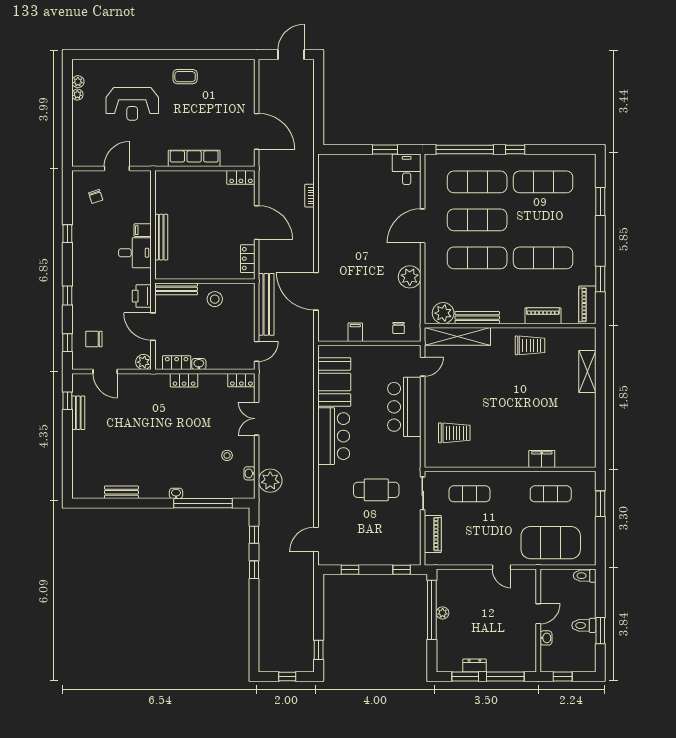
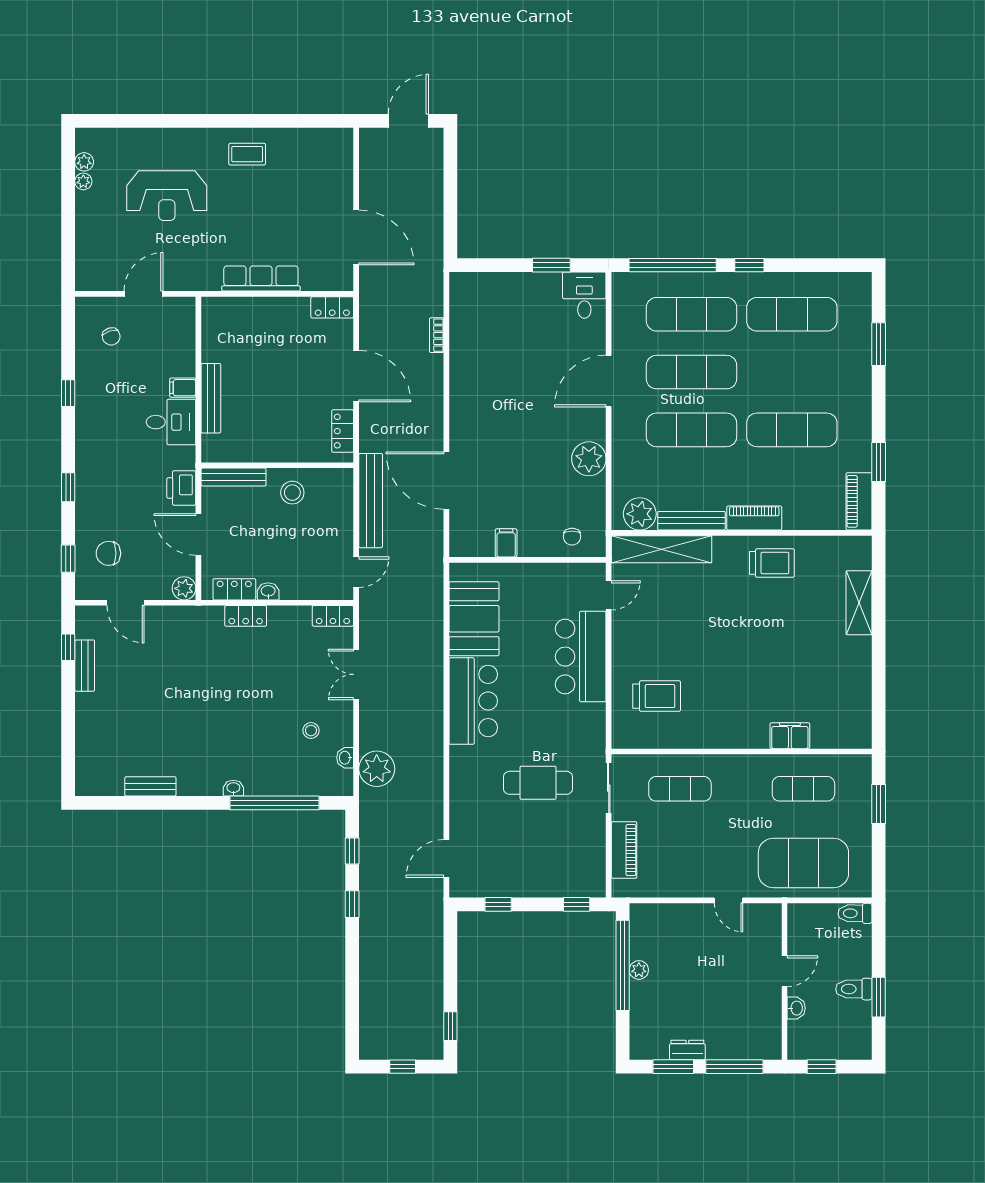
piano: (543, 316) -> (754, 518), moved

